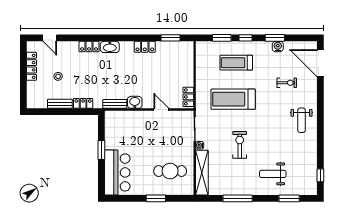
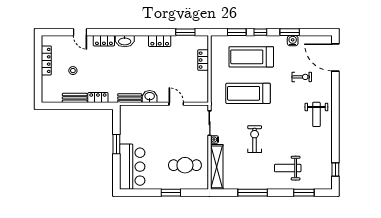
door: (50, 38) -> (80, 32), moved
treadmill: (236, 63) -> (251, 57), width x1.37, depth x1.38
locker: (188, 97) -> (203, 60), moved

